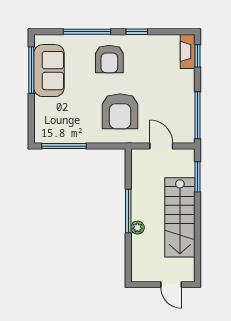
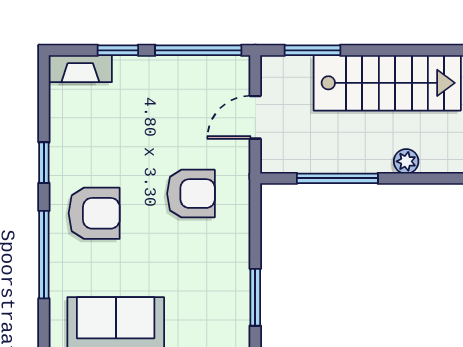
window: (198, 56) -> (118, 50), moved
armchair: (120, 111) -> (191, 194), width x0.73, depth x0.73
window: (64, 146) -> (255, 297), width x0.69
window: (128, 211) -> (337, 178), moved

